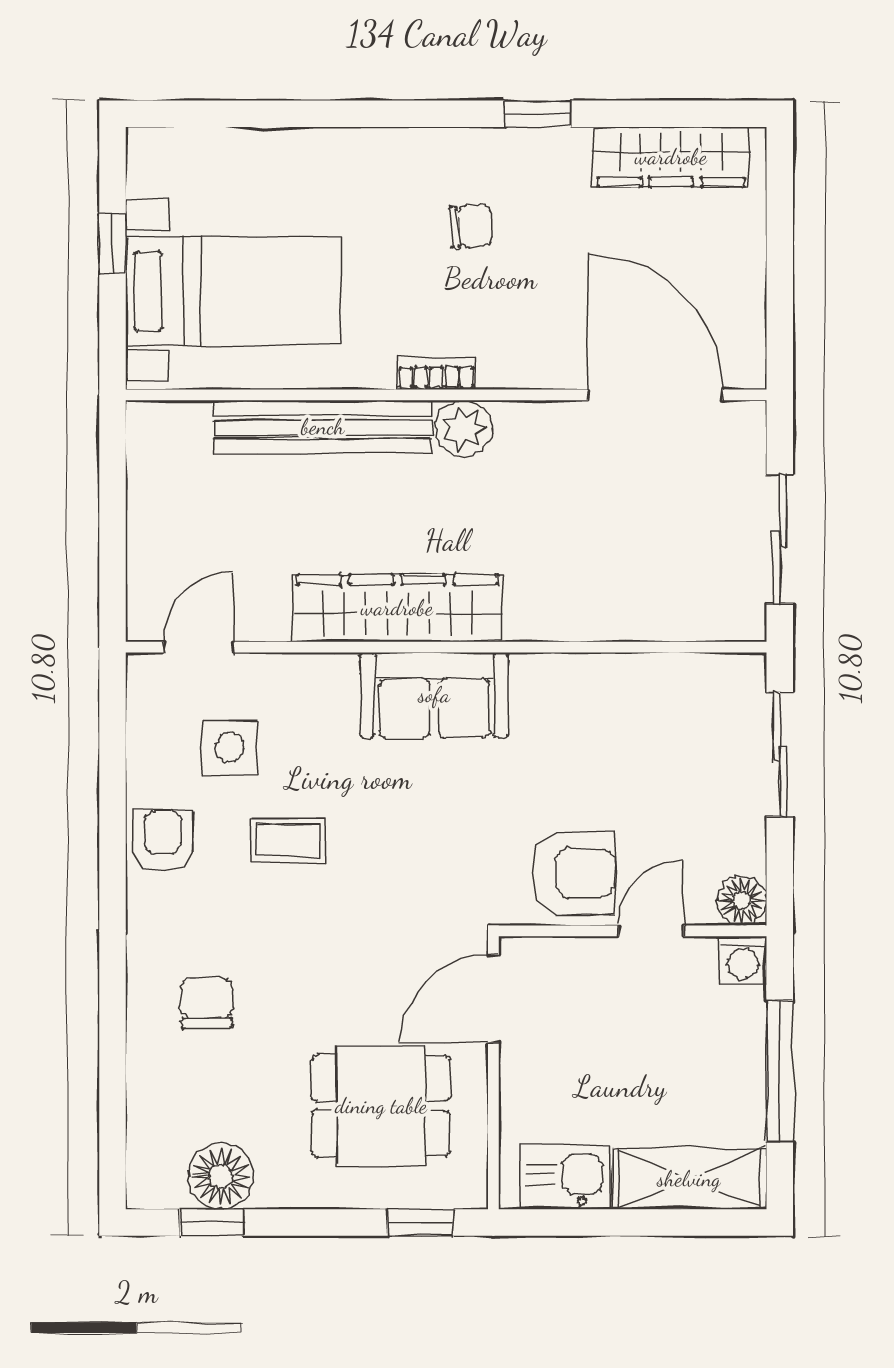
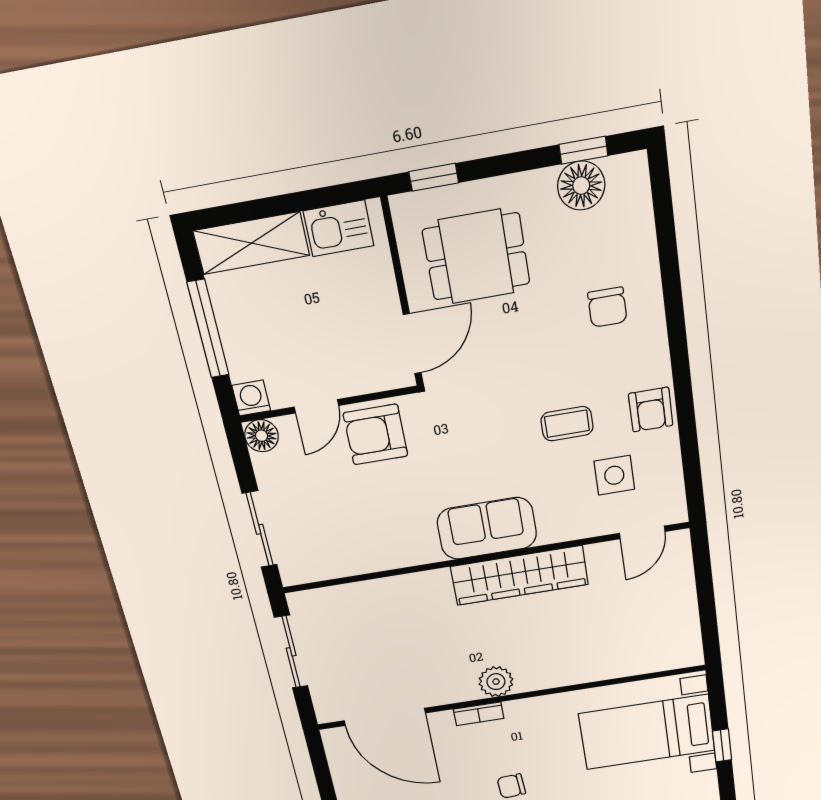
bookcase: (436, 374) -> (479, 714), moved
bench: (323, 427) -> (582, 669), removed

